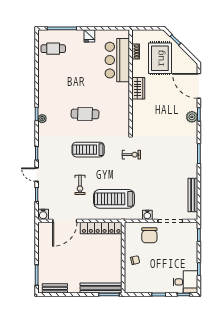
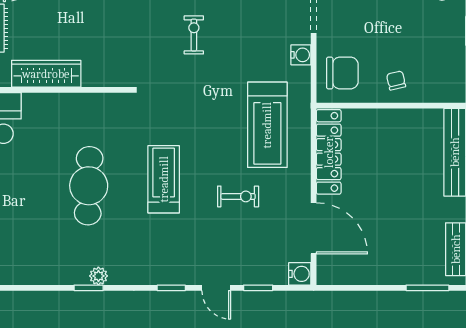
wardrobe: (138, 88) -> (46, 74), width x1.50
cafe table: (85, 114) -> (89, 186), width x1.37, depth x1.35
treadmill: (88, 150) -> (164, 179), turned 180
exercise bike: (131, 155) -> (194, 35), moved
door: (37, 175) -> (216, 288), hinge flipped
chair: (149, 235) -> (342, 73), moved

